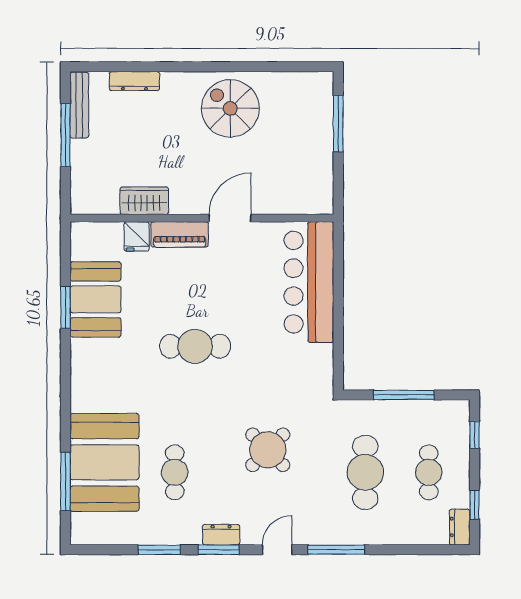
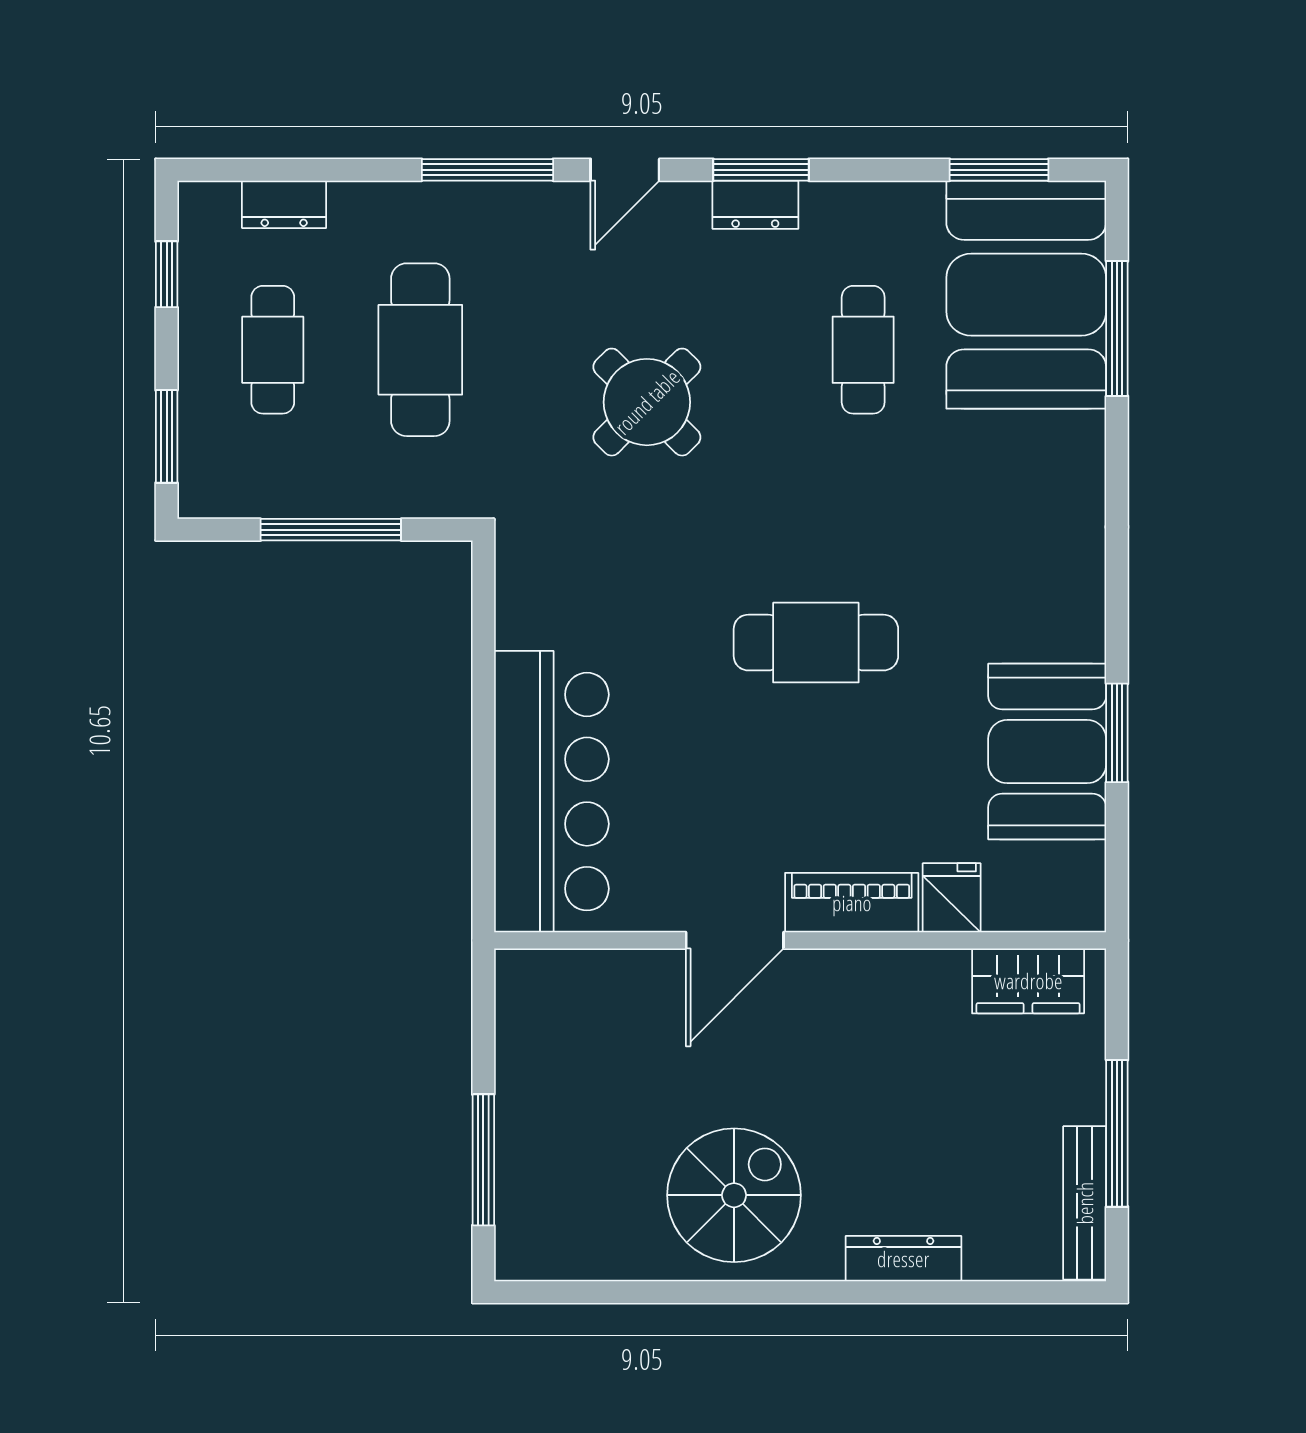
dresser: (134, 81) -> (903, 1259), moved
spiral stairs: (230, 108) -> (734, 1195), turned -90
wardrobe: (144, 201) -> (1028, 981), moved
window: (474, 435) -> (167, 436), width x1.50
booth: (105, 462) -> (1026, 295), moved
dresser: (460, 527) -> (284, 204), moved, turned 90
window: (159, 550) -> (999, 170), moved

